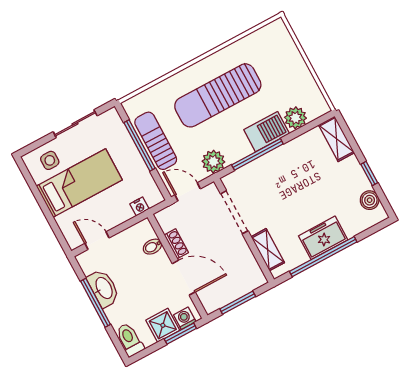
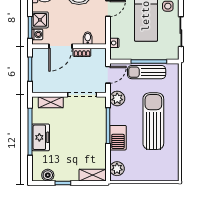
plant: (295, 118) -> (117, 169), moved
sun lounger: (156, 141) -> (147, 72), turned 180

